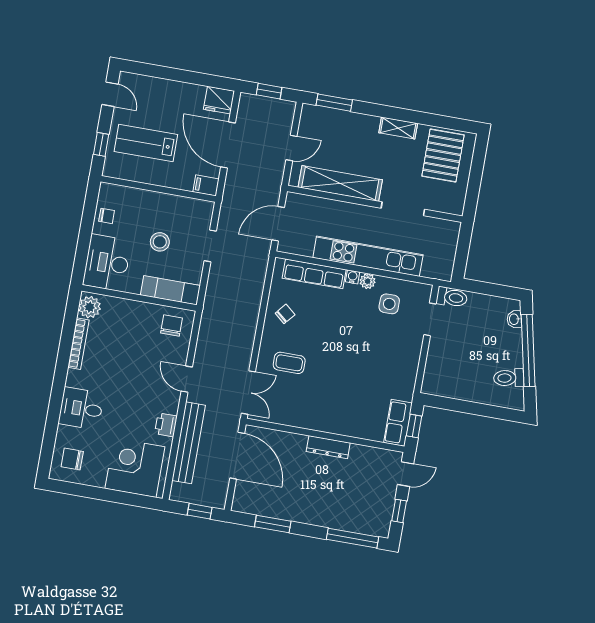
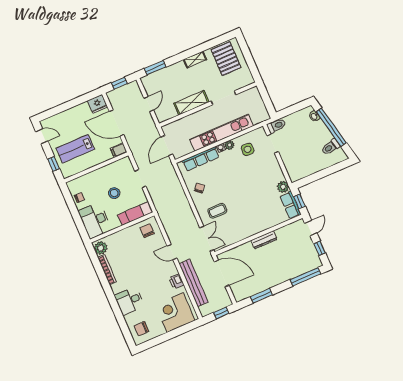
shelving: (340, 183) -> (191, 103), width x0.68
plant: (405, 390) -> (283, 187), added

